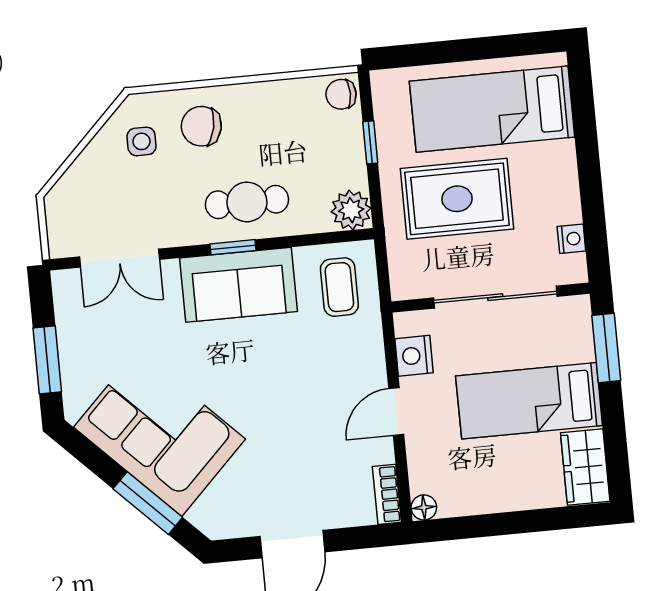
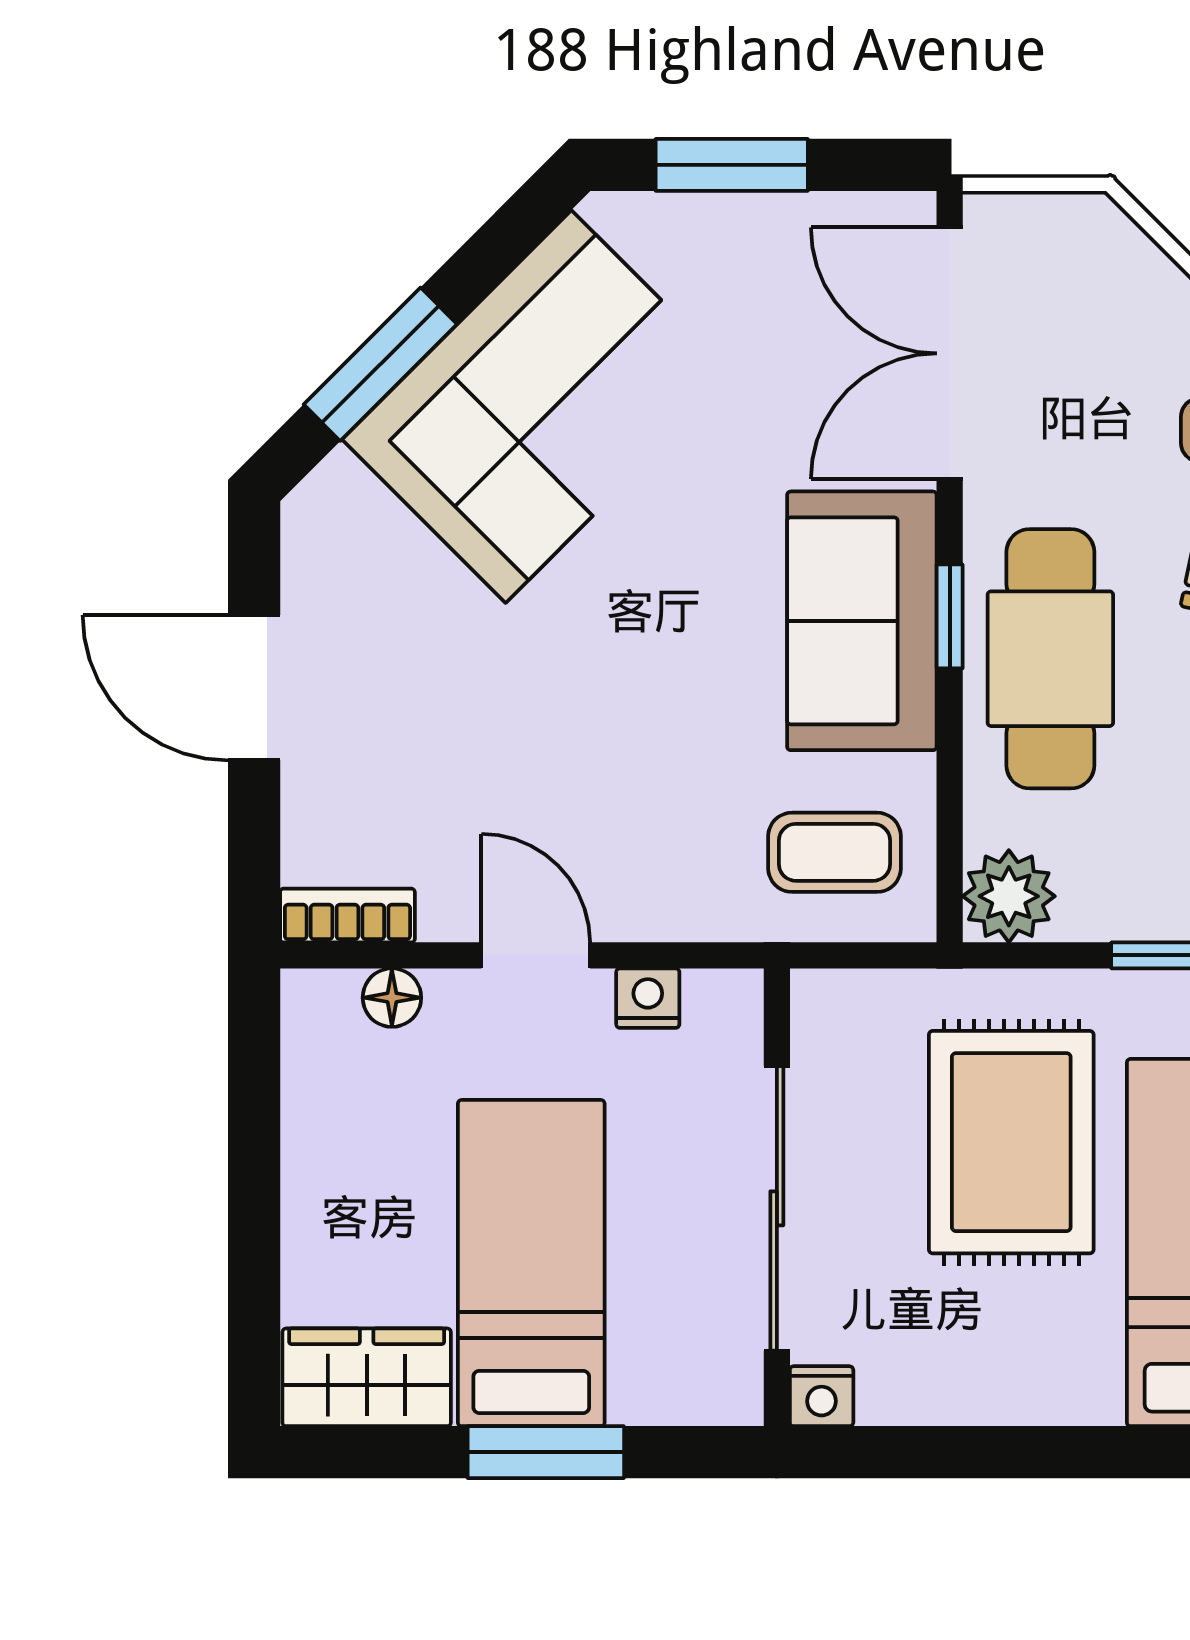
cafe table: (247, 202) -> (1050, 659), width x1.37, depth x1.35
nightstand: (571, 239) -> (822, 1396), moved
double door: (119, 258) -> (950, 353), width x1.37
window: (606, 348) -> (546, 1452), moved
nightstand: (414, 356) -> (648, 998), width x0.72, depth x0.74
floor lamp: (424, 507) -> (392, 998), moved

